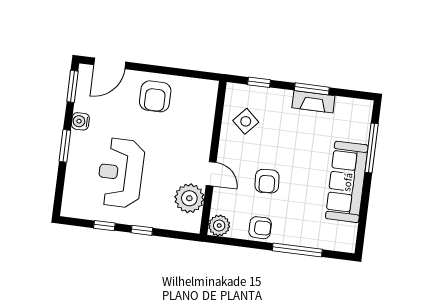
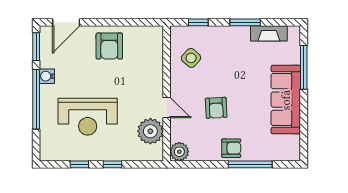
fireplace: (313, 102) -> (269, 33), moved
window: (65, 146) -> (36, 99), width x2.11
reception desk: (121, 173) -> (88, 117), turned -90
armchair: (260, 228) -> (231, 148), moved

